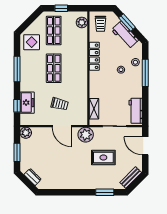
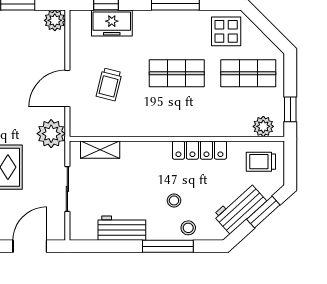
window: (61, 8) -> (290, 109), moved
workbench: (136, 111) -> (122, 228), moved

